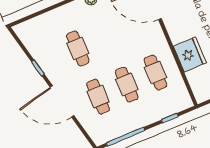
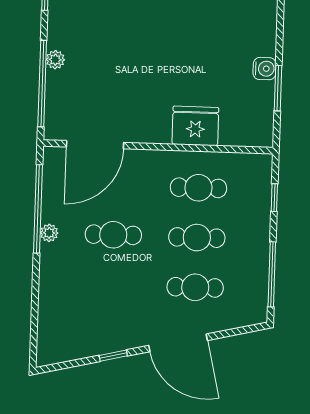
cafe table: (78, 48) -> (113, 235), moved
door: (62, 101) -> (178, 343), hinge flipped

